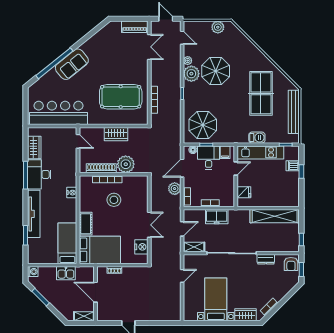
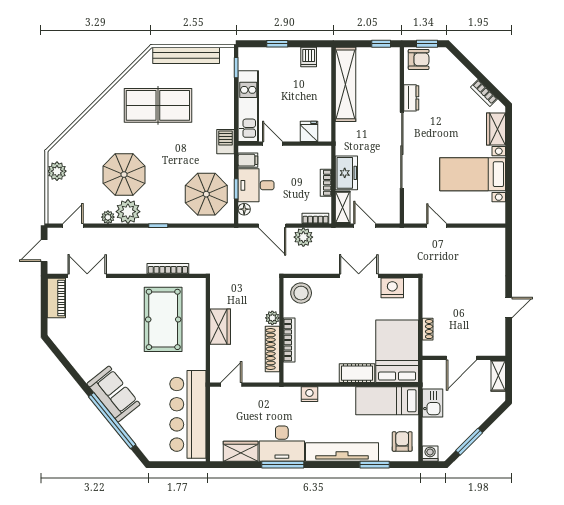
barbecue: (257, 138) -> (225, 142), moved
plant: (126, 164) -> (272, 318), width x0.53, depth x0.53
dishwasher: (293, 166) -> (309, 57), moved
stool: (114, 200) -> (301, 293), moved
shelving: (194, 247) -> (343, 207), moved
armchair: (41, 253) -> (402, 441), added

